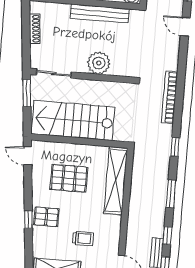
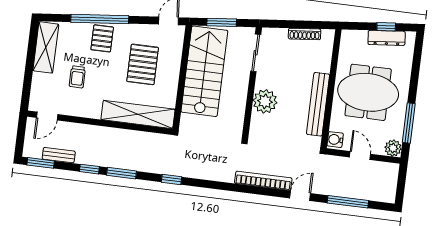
window: (27, 93) -> (222, 22), moved
bookcase: (170, 97) -> (263, 181), moved
window: (28, 220) -> (100, 19), width x3.17
window: (167, 235) -> (89, 169), moved

